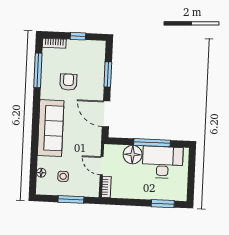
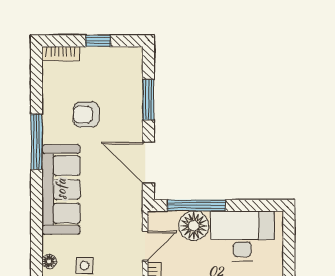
window: (38, 70) -> (36, 142), moved
armchair: (68, 82) -> (86, 115), turned -90
window: (152, 143) -> (196, 205), moved
door: (102, 166) -> (145, 246), swing flipped

